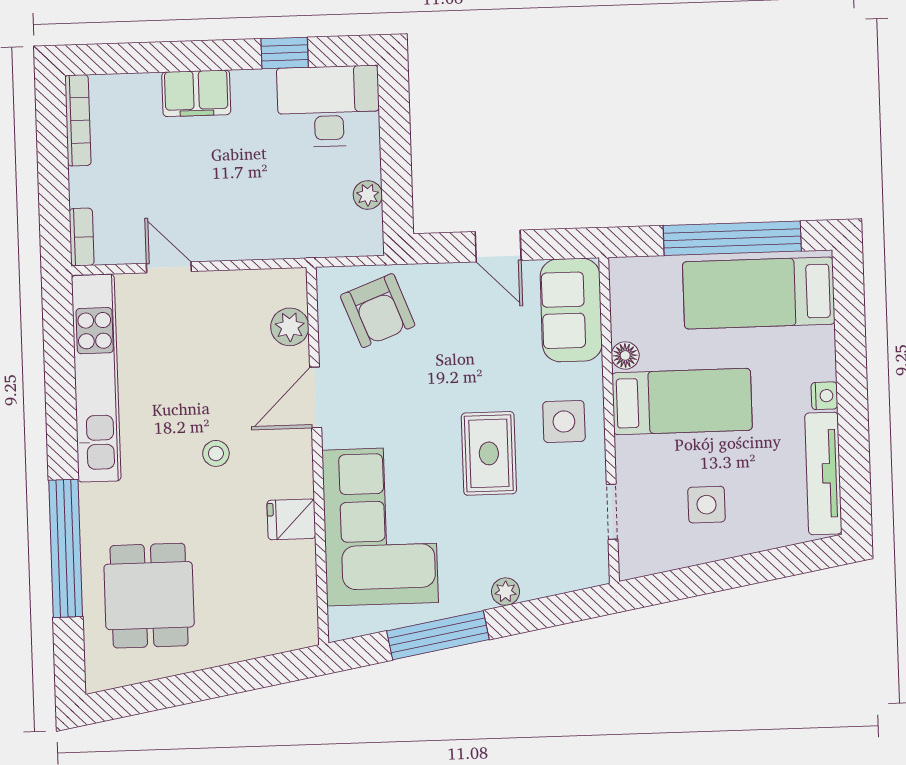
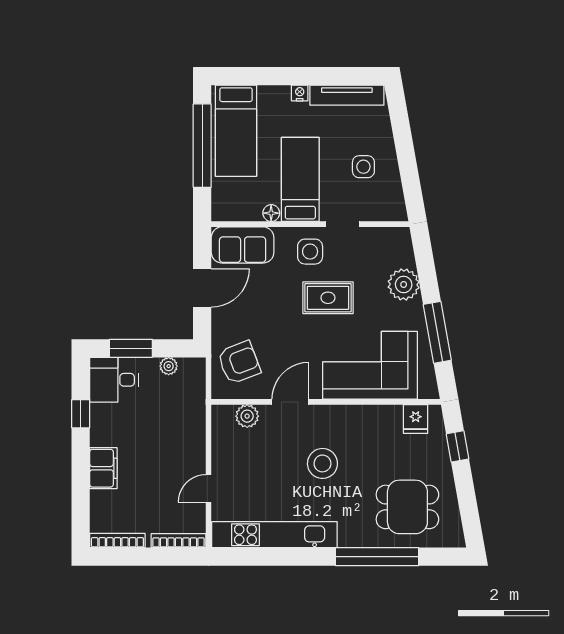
desk: (328, 106) -> (114, 380), width x0.73
window: (395, 132) -> (131, 348), added
bookcase: (82, 237) -> (179, 541), width x1.56
door: (498, 246) -> (202, 288), width x1.38
door: (316, 397) -> (290, 402), swing flipped
stool: (216, 453) -> (322, 463), width x1.89, depth x1.89
doorway: (612, 512) -> (343, 224), moved
fridge: (291, 519) -> (416, 419), moved
plant: (505, 592) -> (404, 284), width x1.88, depth x1.88
window: (251, 675) -> (457, 446), added

